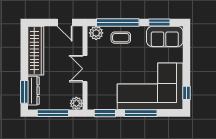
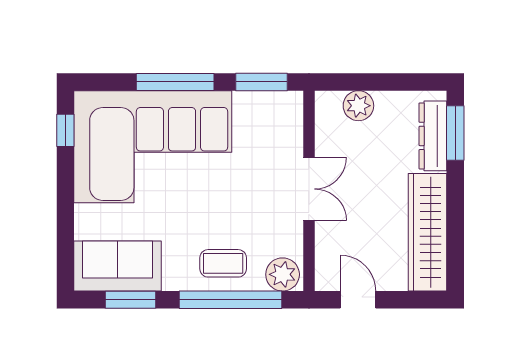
plant: (76, 103) -> (358, 106), moved
window: (53, 113) -> (386, 82), removed

